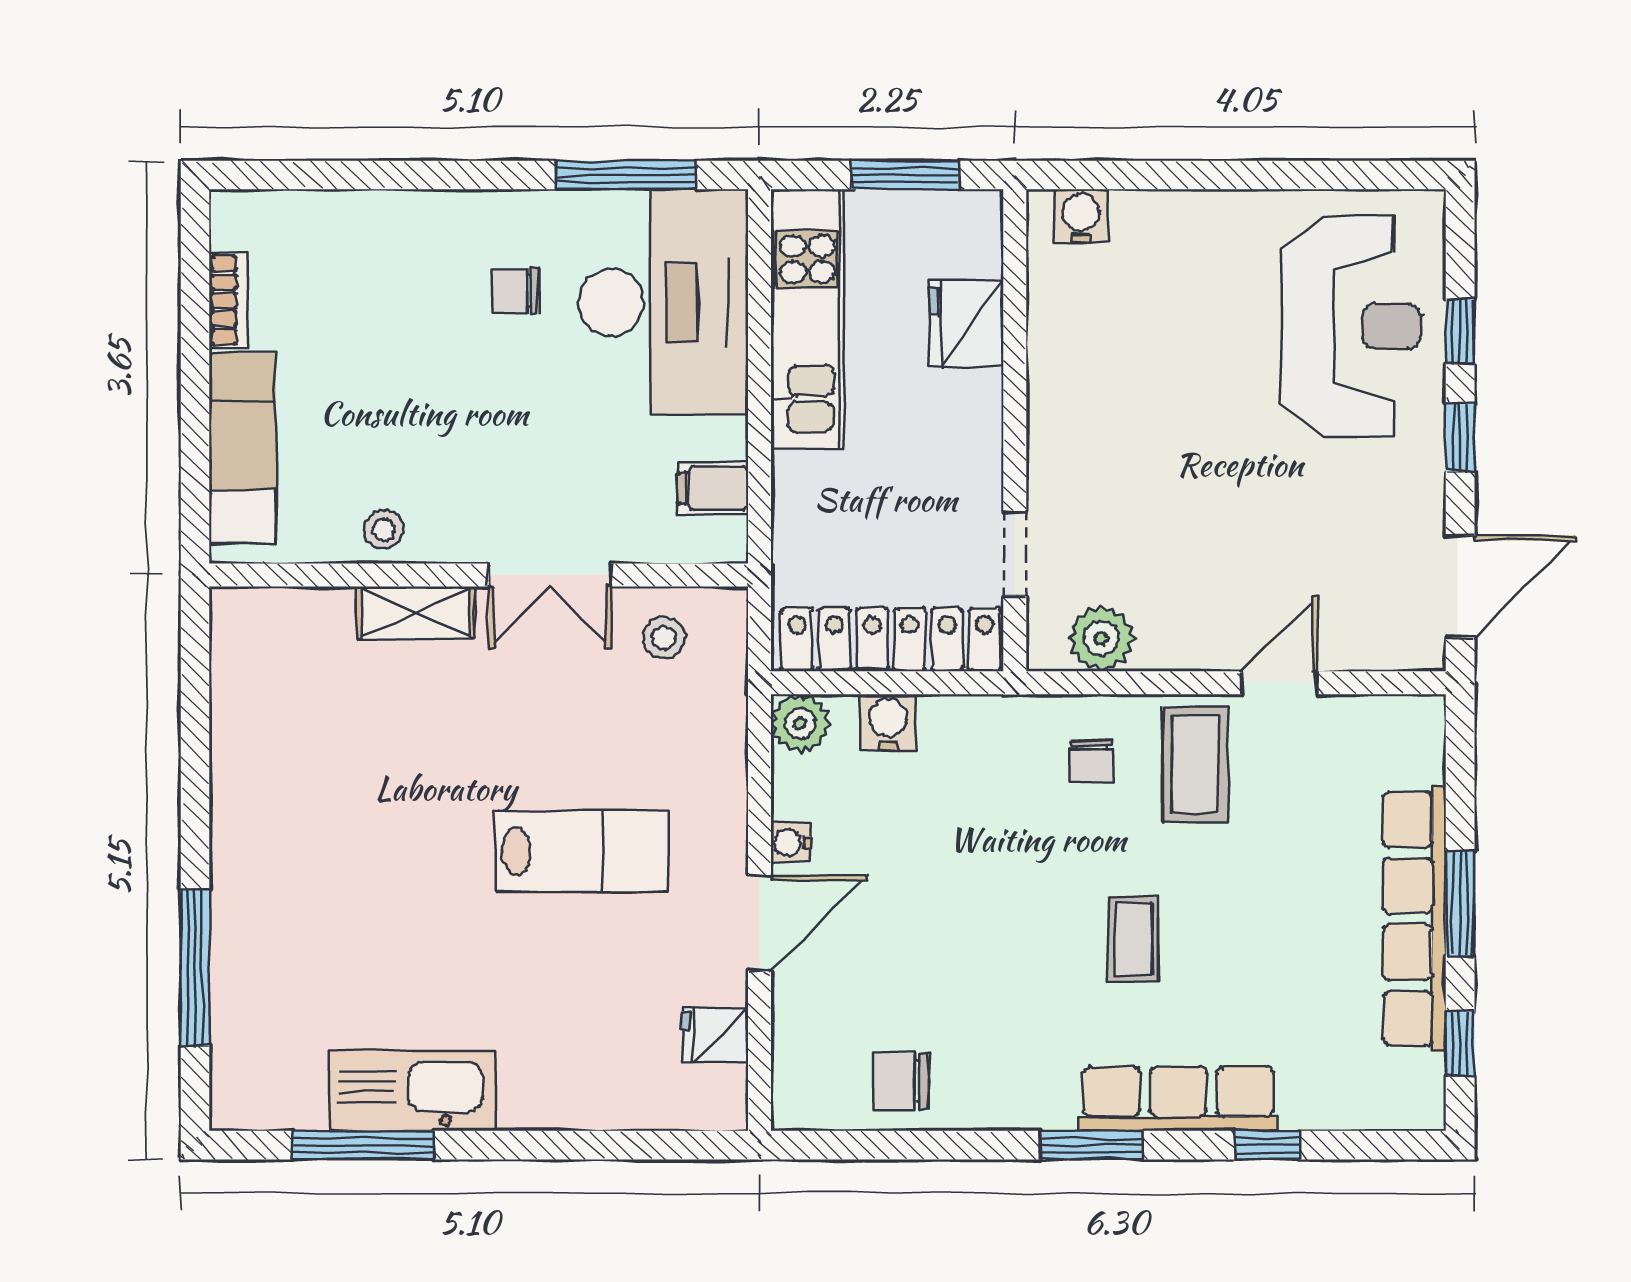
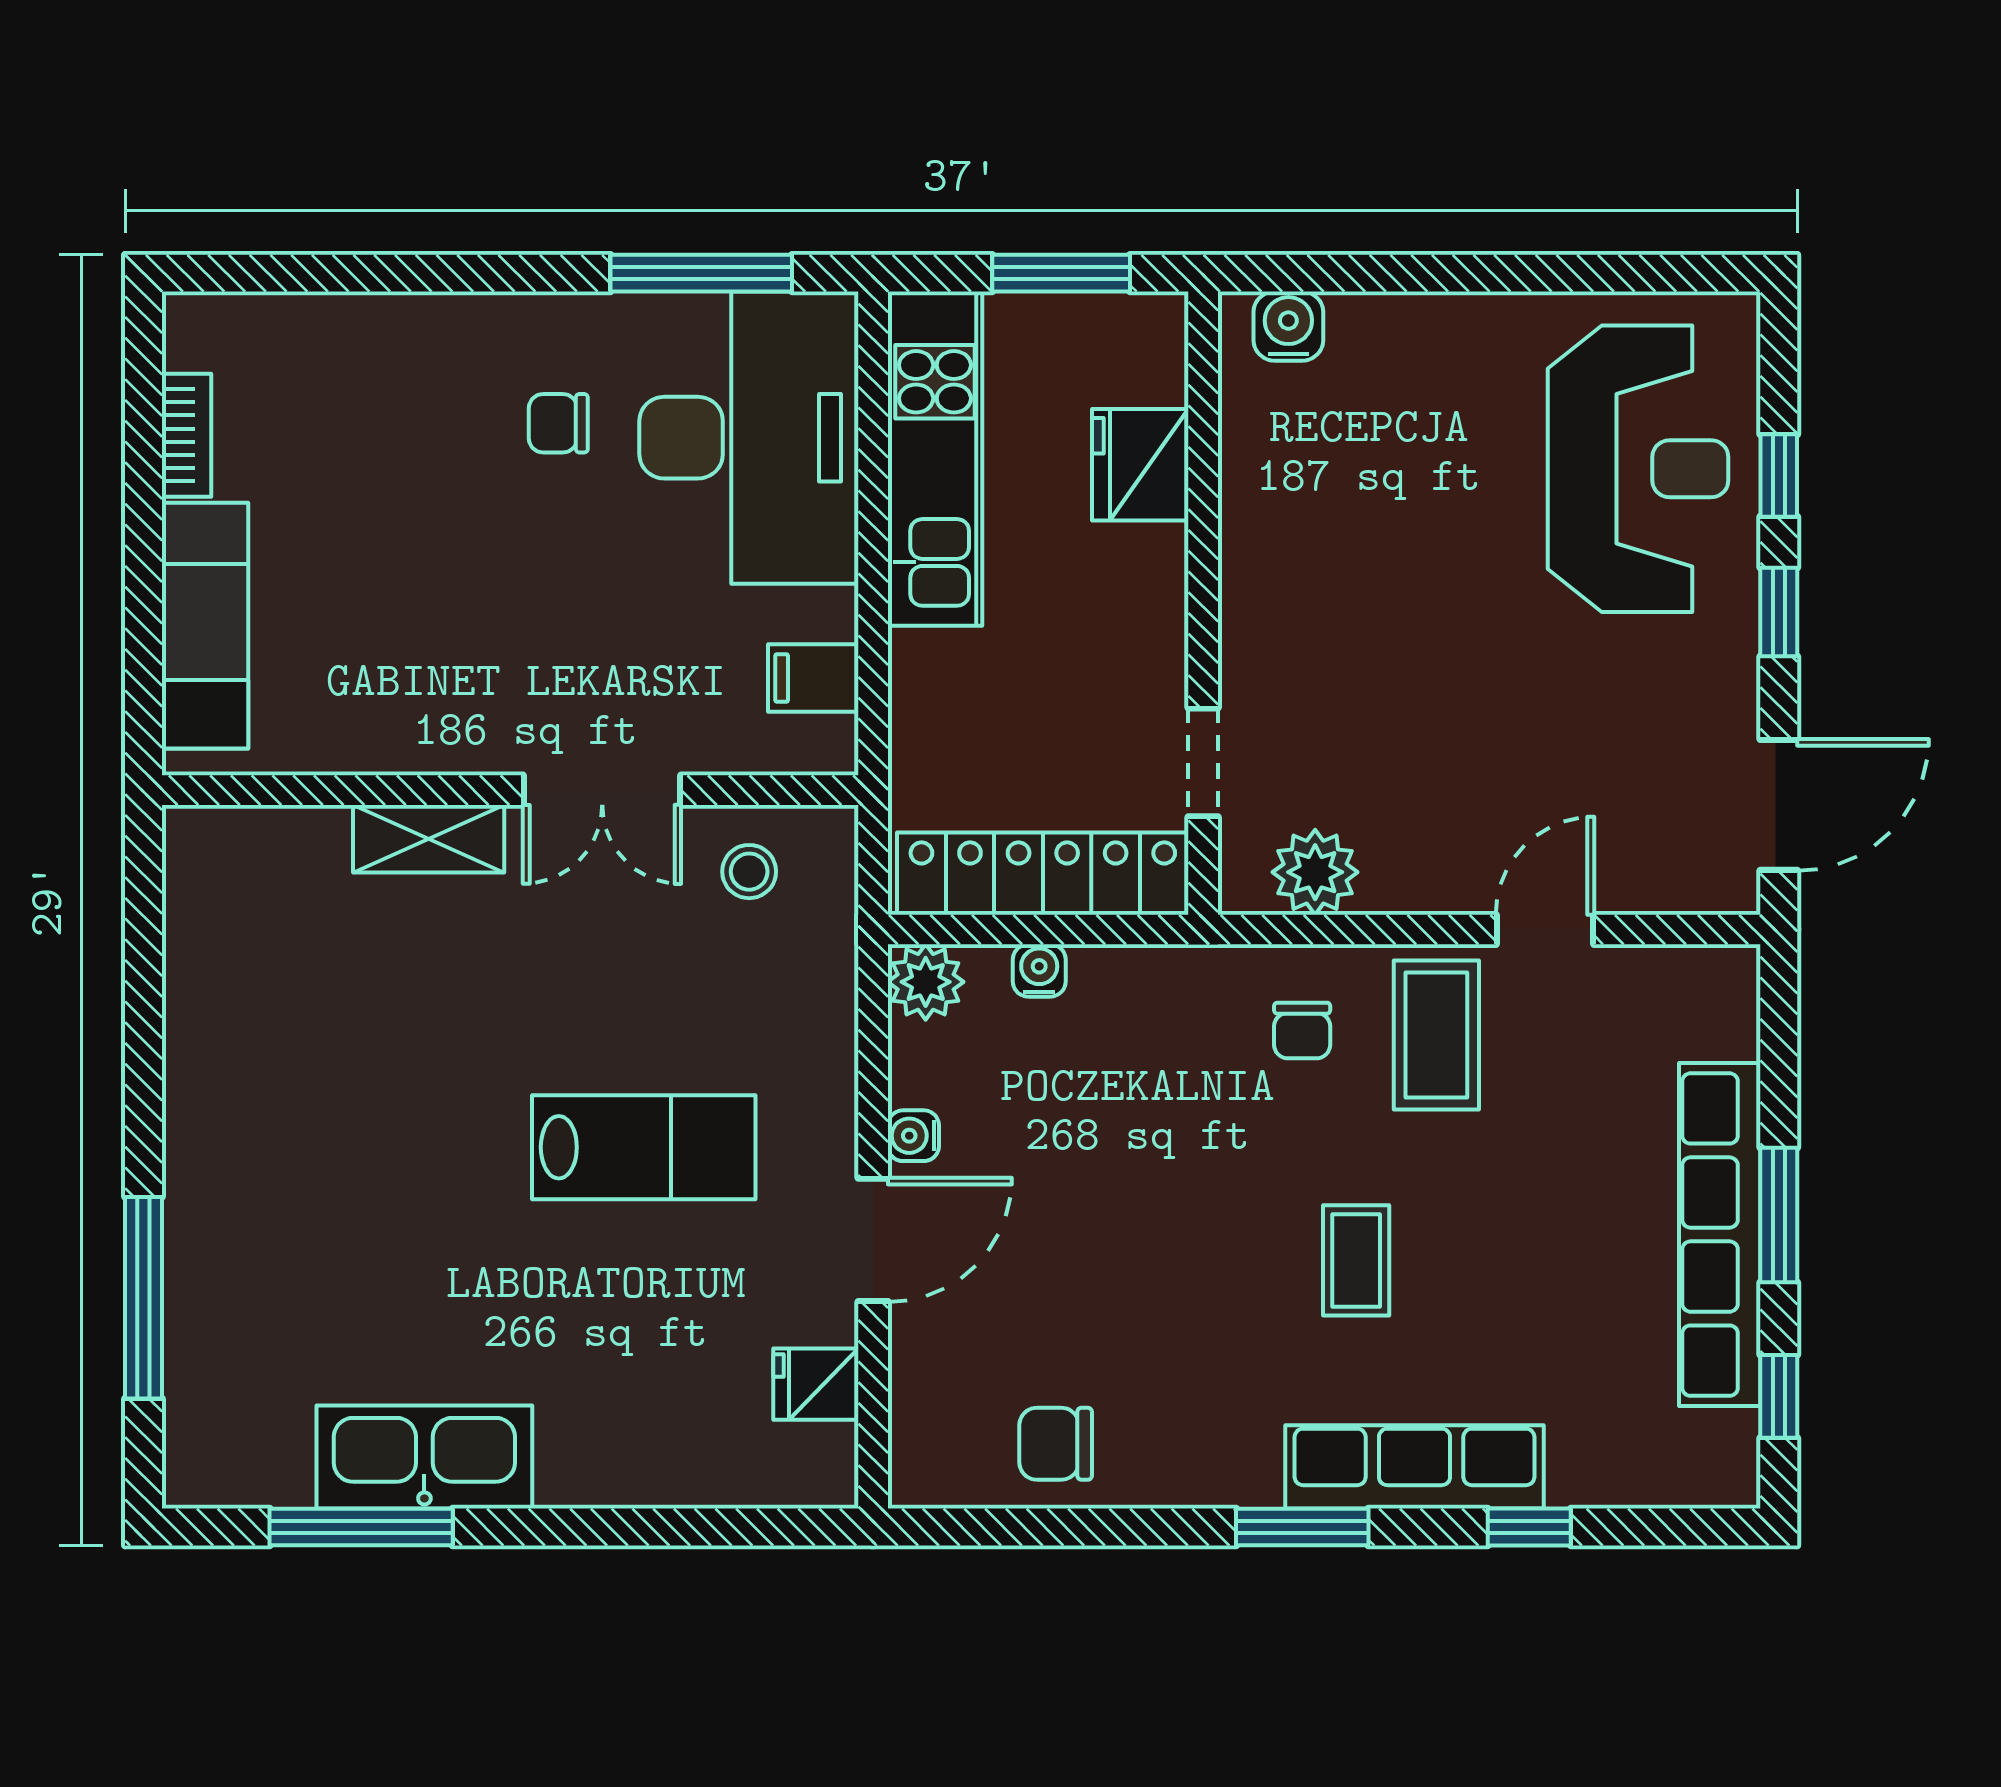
stool: (384, 530) -> (387, 732), removed
water cooler: (888, 722) -> (1039, 971), width x0.72, depth x0.72

